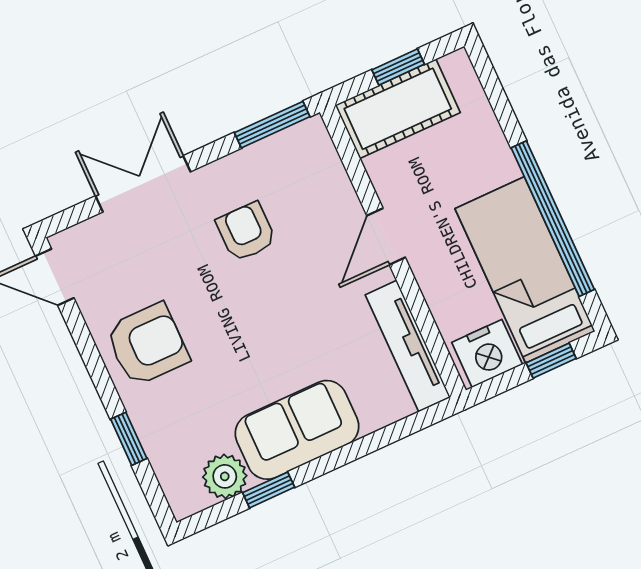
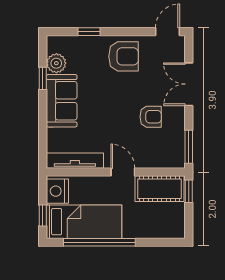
window: (398, 67) -> (189, 191), moved
cot: (398, 109) -> (159, 189), moved, turned 90
double door: (143, 184) -> (189, 84), swing flipped
armchair: (147, 344) -> (124, 56), turned -90

